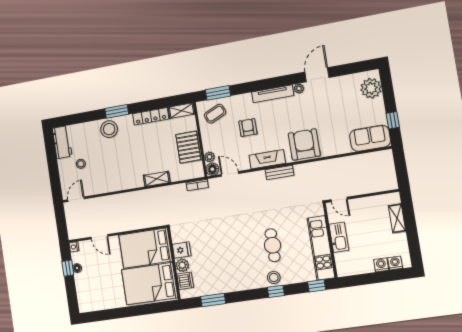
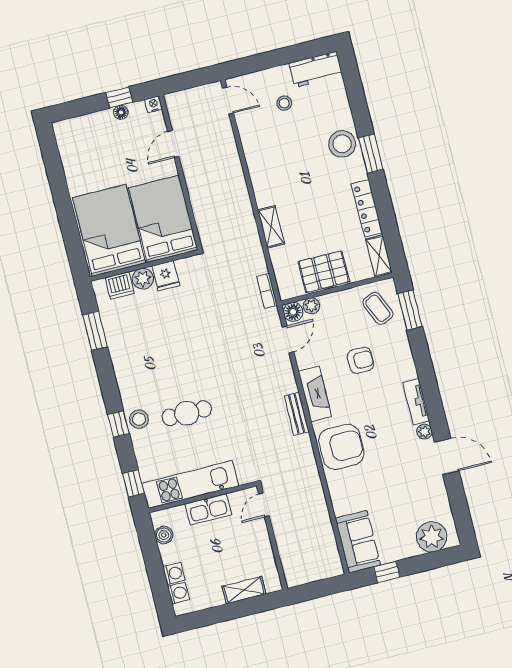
tv unit: (273, 94) -> (416, 402), width x0.71
boiler: (354, 269) -> (164, 535), added

